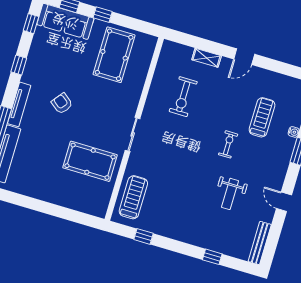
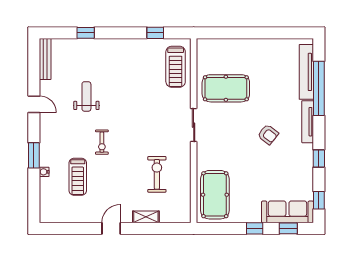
pool table: (114, 55) -> (215, 195), moved

